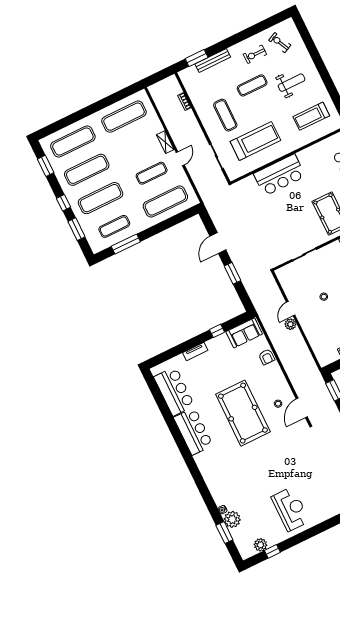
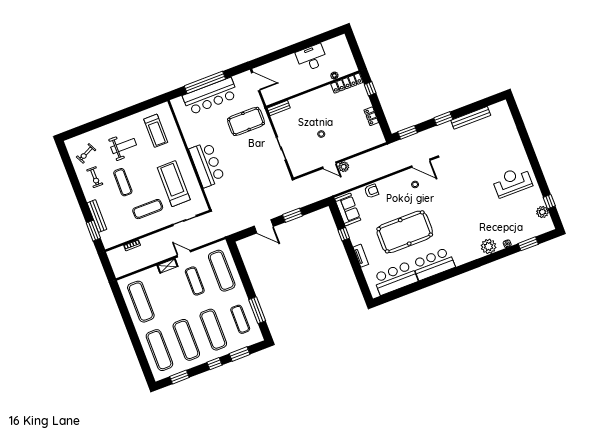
weight bench: (292, 83) -> (124, 146), turned 90
pool table: (243, 413) -> (405, 232), moved
plant: (232, 519) -> (489, 246), moved

